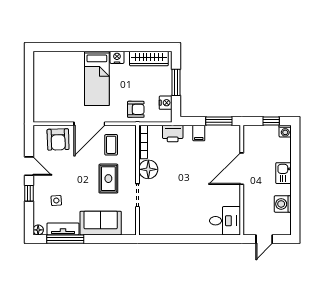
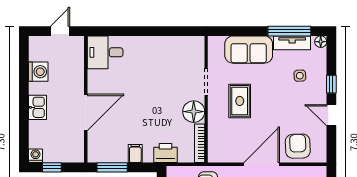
coffee table: (111, 145) -> (237, 140), removed

